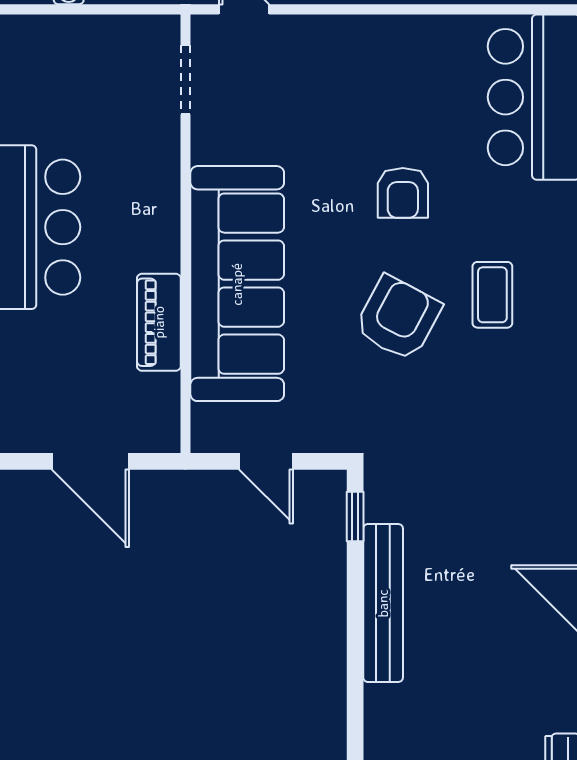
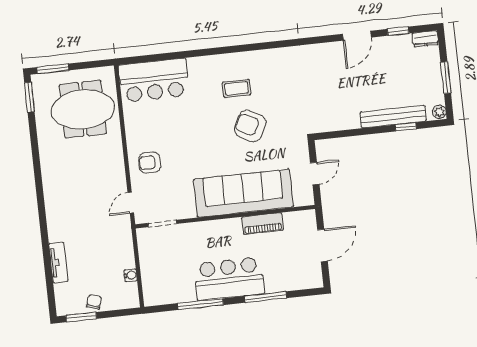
armchair: (403, 193) -> (150, 163), moved, turned 180
window: (355, 517) -> (406, 127), moved
bench: (383, 603) -> (393, 117), moved

